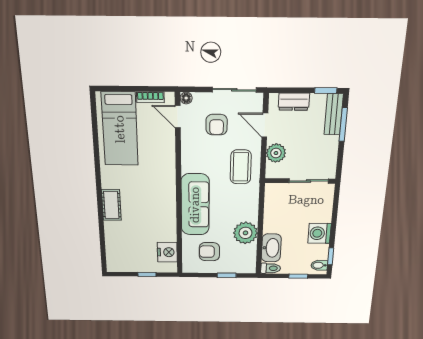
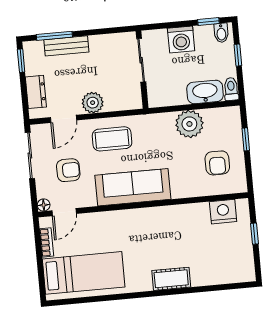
bench: (334, 114) -> (66, 46), moved
wall: (300, 181) -> (142, 70), moved
sliding door: (309, 181) -> (141, 60), moved
sofa: (195, 205) -> (133, 187), moved

